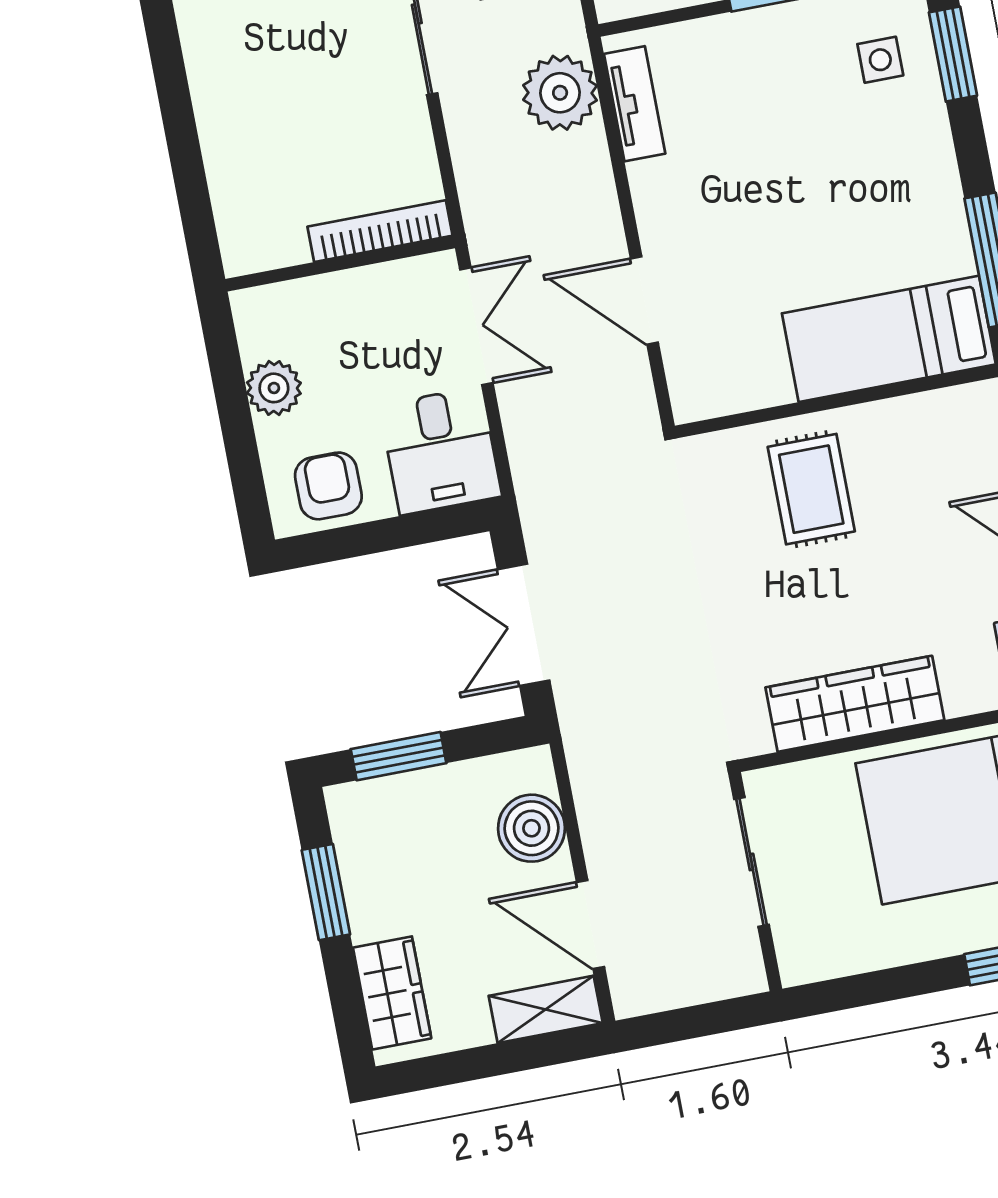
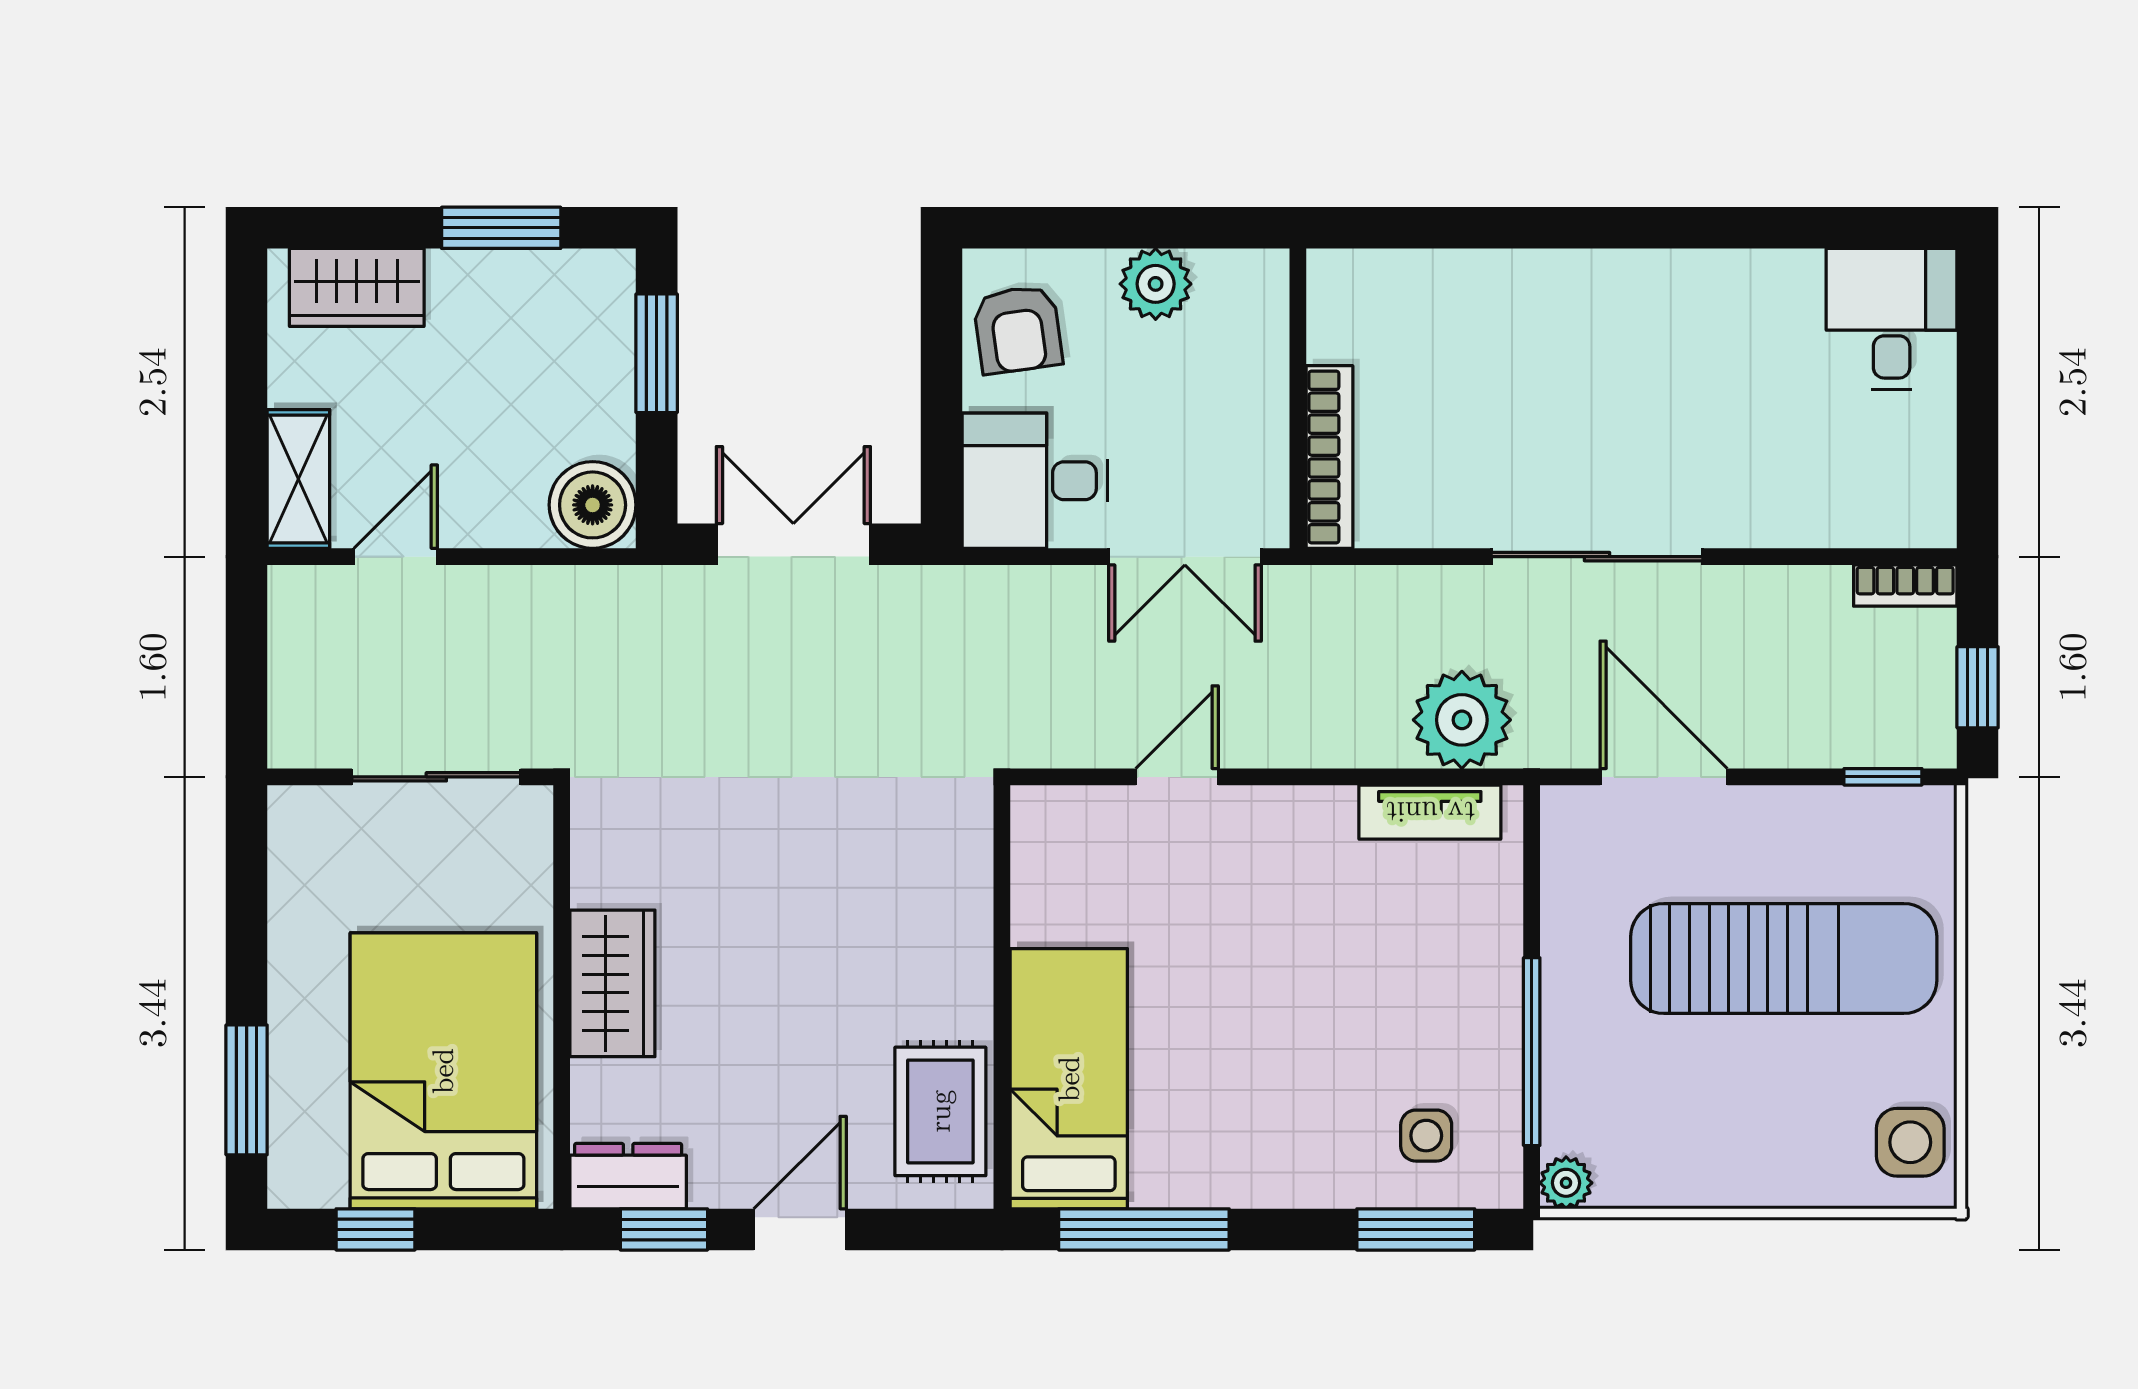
door: (644, 301) -> (1177, 777), width x0.73
armchair: (328, 486) -> (1018, 329), turned 82
rug: (811, 489) -> (940, 1111), moved, turned 90
wardrobe: (855, 704) -> (612, 983), width x0.67
boiler: (532, 828) -> (593, 505), moved
door: (590, 925) -> (396, 557), width x0.73

